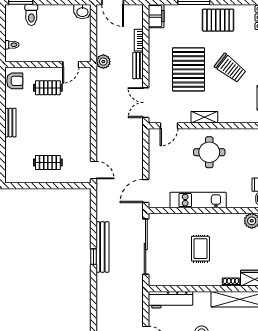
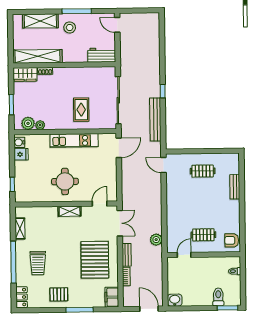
pallet: (218, 20) -> (59, 294), width x0.67, depth x0.71
plant: (103, 62) -> (156, 240), moved
trolley: (230, 68) -> (38, 263), moved, turned -128
pallet: (188, 69) -> (95, 260), moved
bench: (10, 123) -> (235, 187), moved
plant: (238, 219) -> (40, 125), added
bench: (102, 247) -> (155, 120), moved
rug: (200, 249) -> (81, 110), moved
workbench: (171, 300) -> (102, 55), width x0.73

